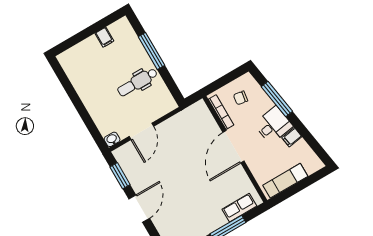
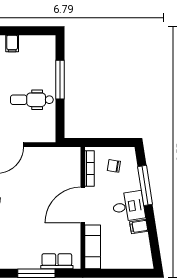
filing cabinet: (104, 37) -> (12, 44), moved
exam couch: (285, 181) -> (93, 247), moved, turned 90

